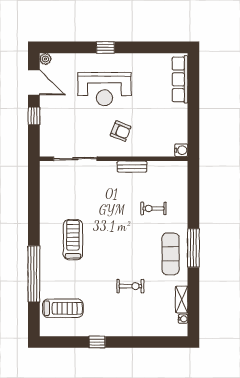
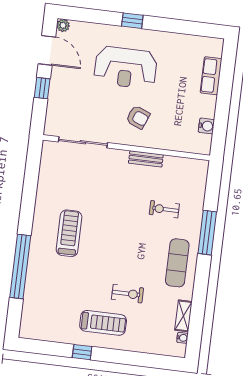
row of seats: (180, 79) -> (211, 76), width x0.68
water cooler: (181, 150) -> (206, 126), moved
window: (193, 248) -> (207, 233), moved
treadmill: (63, 308) -> (103, 323), moved

